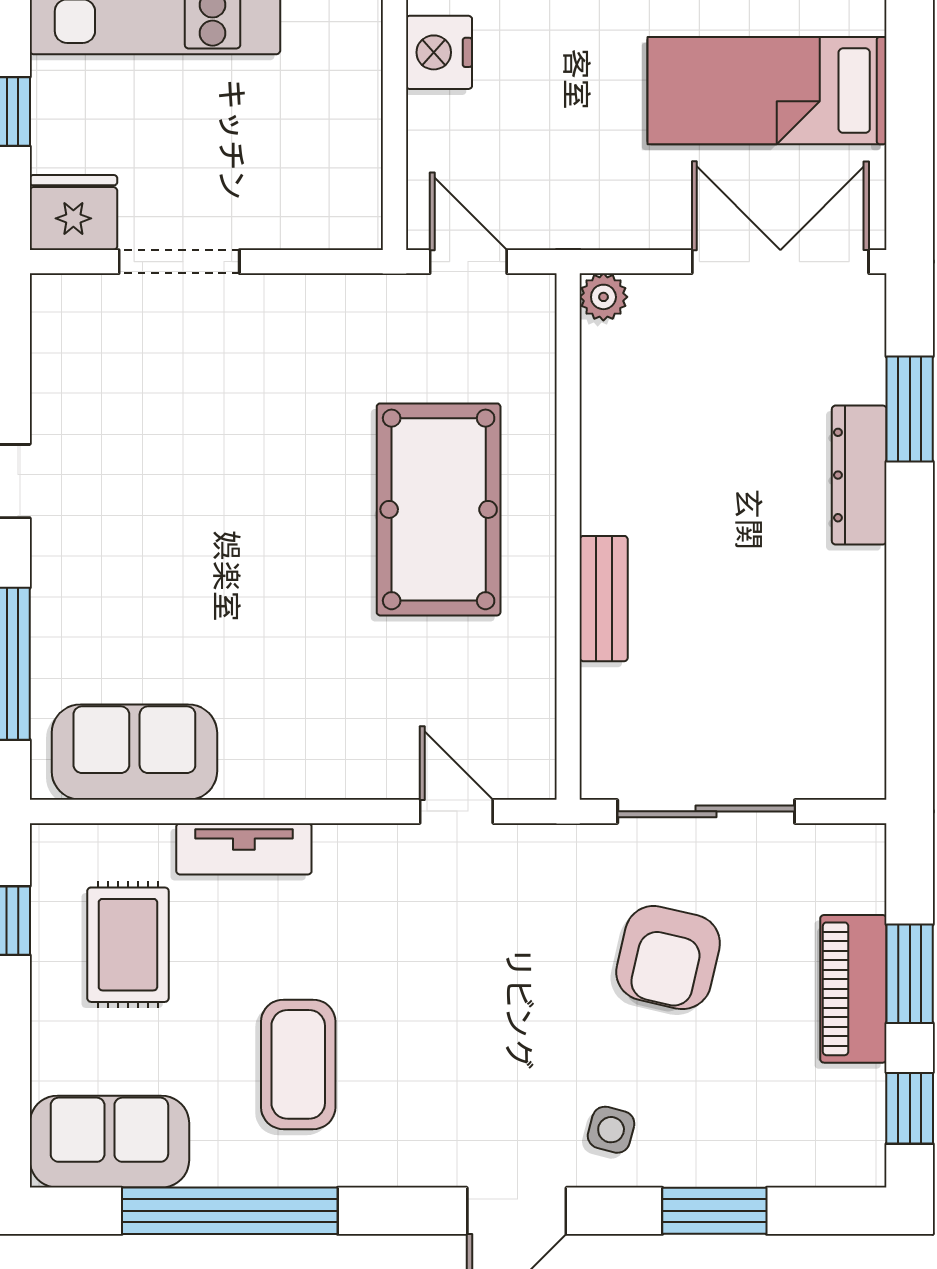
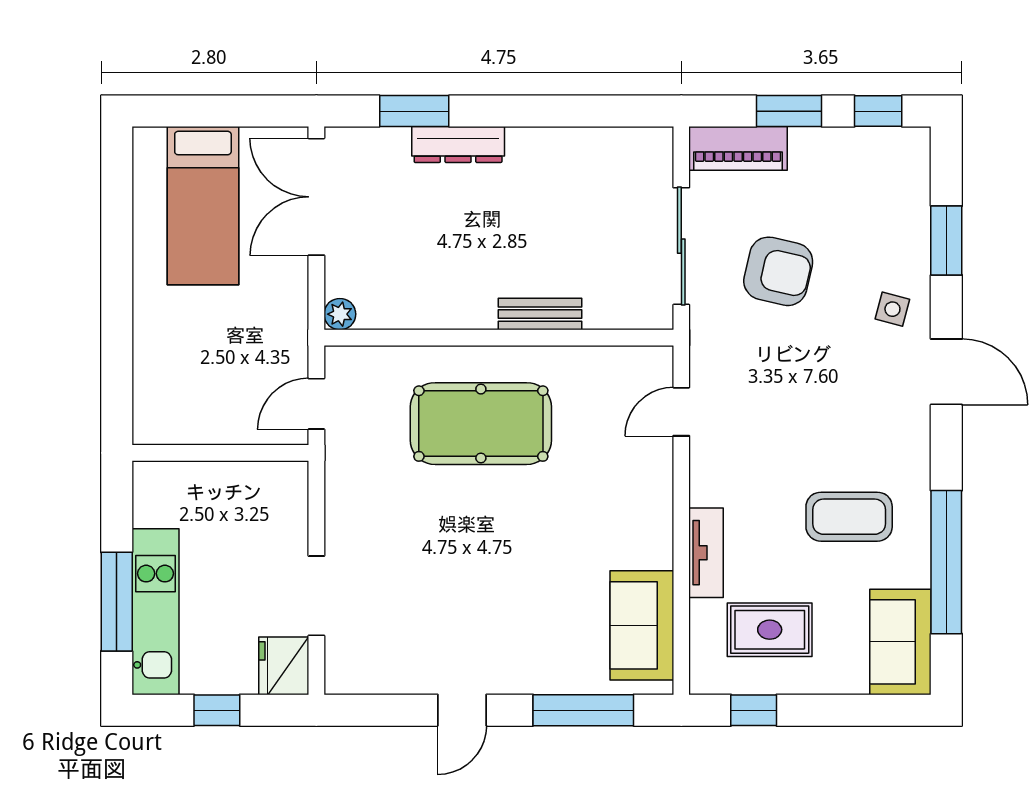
nightstand: (439, 52) -> (178, 423), removed
piano: (853, 989) -> (738, 148), moved

